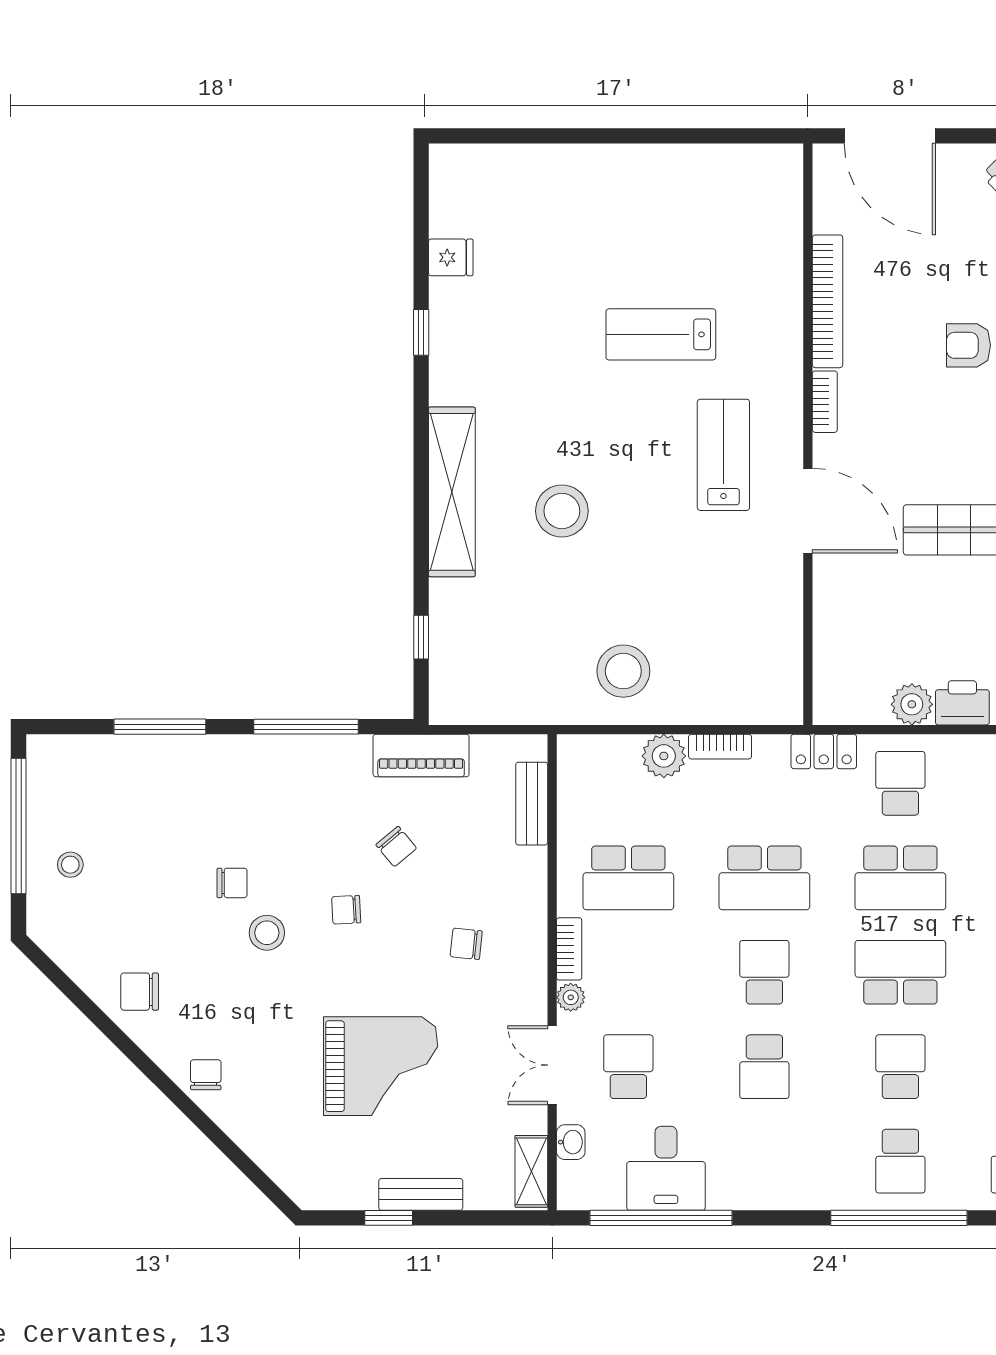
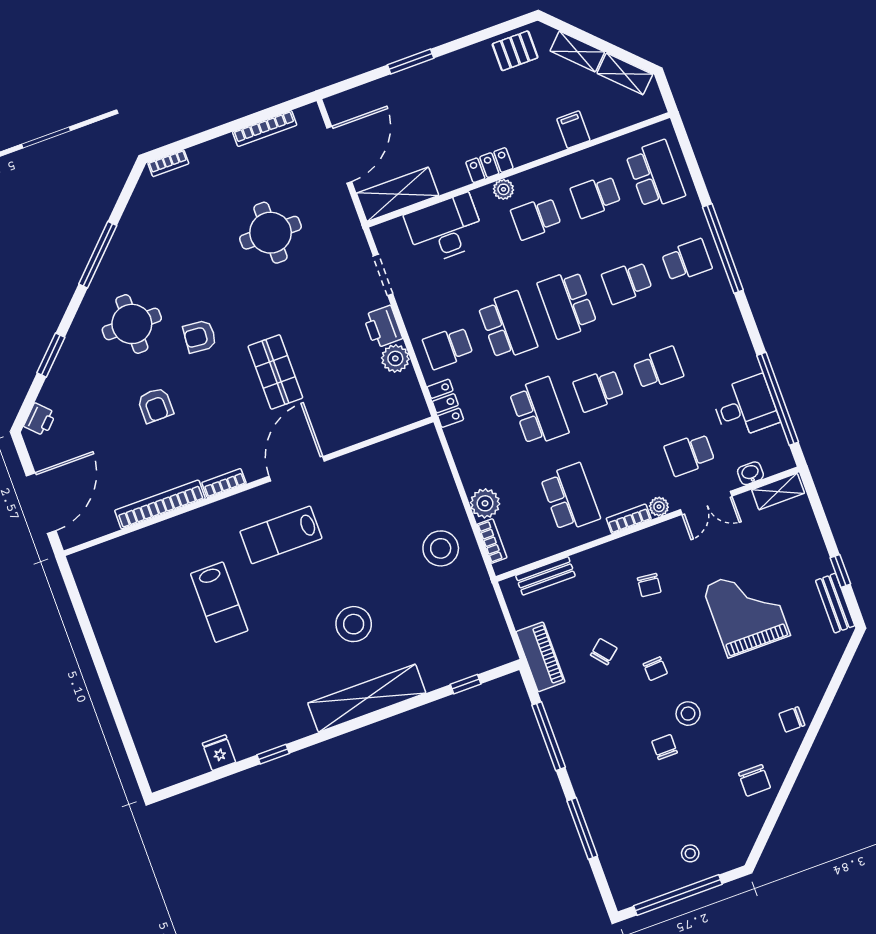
bookcase: (720, 747) -> (492, 541), moved
bench: (421, 1194) -> (835, 603), moved

